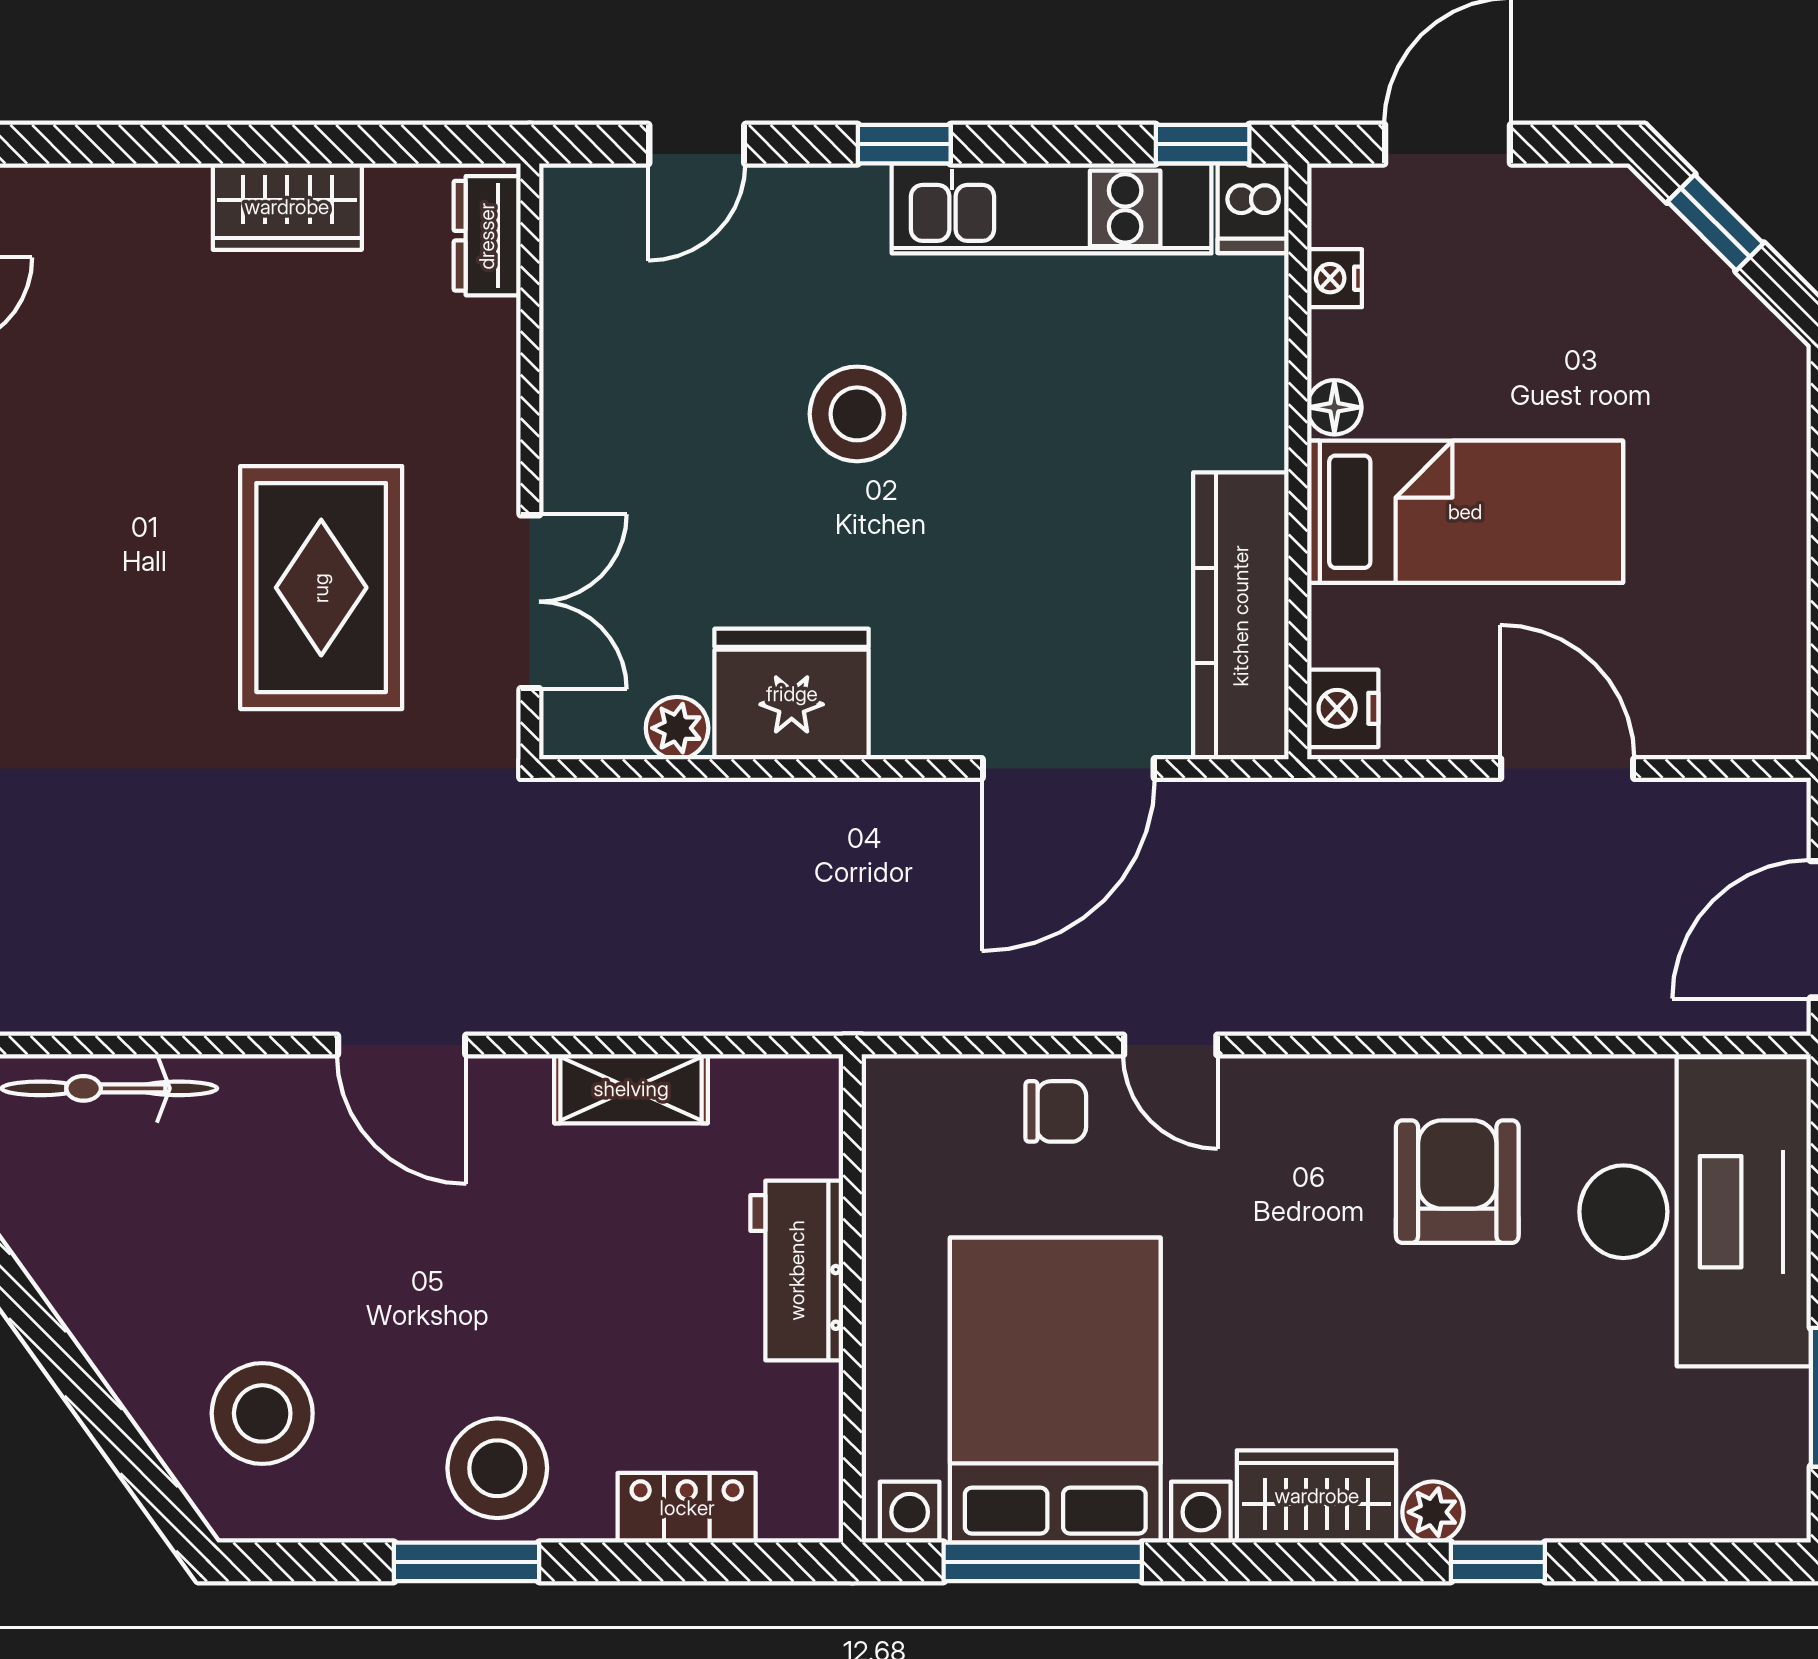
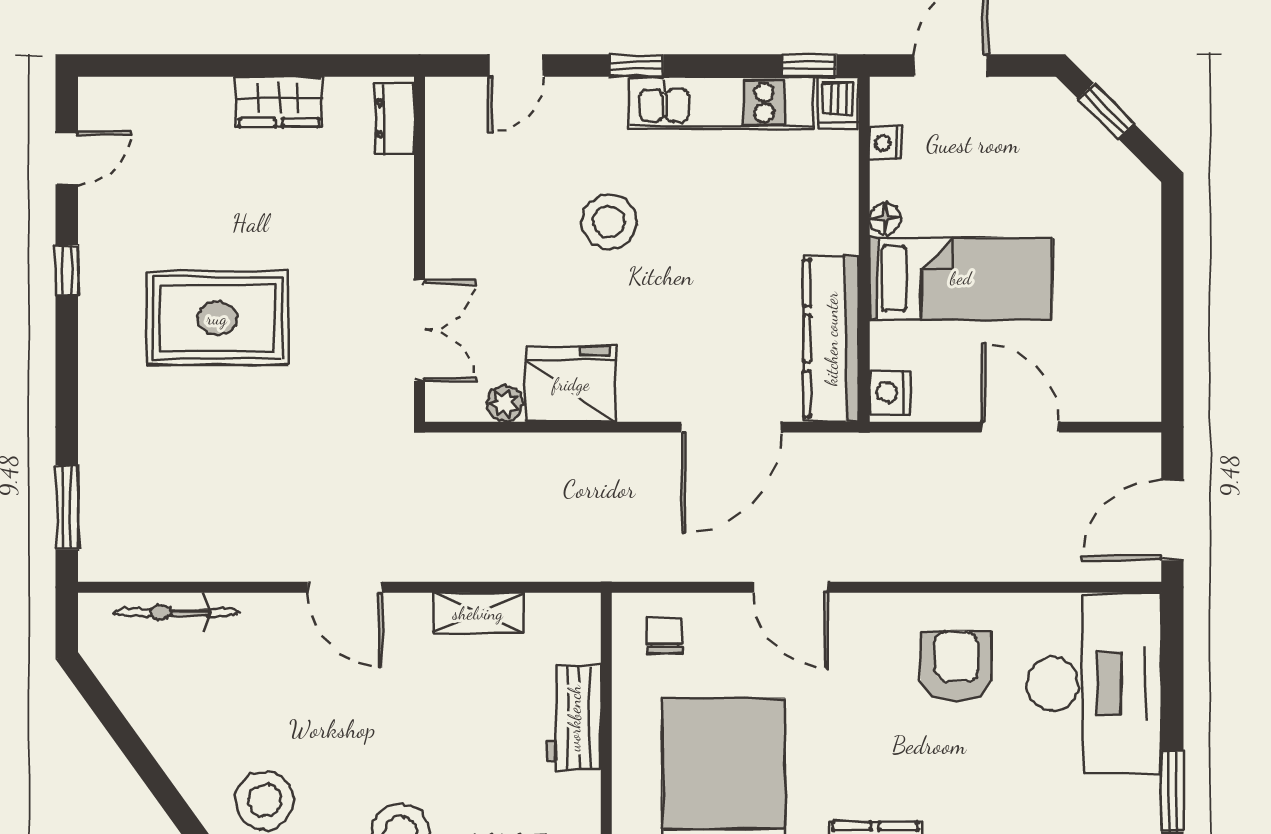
rug: (321, 588) -> (217, 318), moved, turned 90
door: (1170, 1045) -> (790, 587), width x1.38
chair: (1056, 1111) -> (664, 635), moved, turned -90

